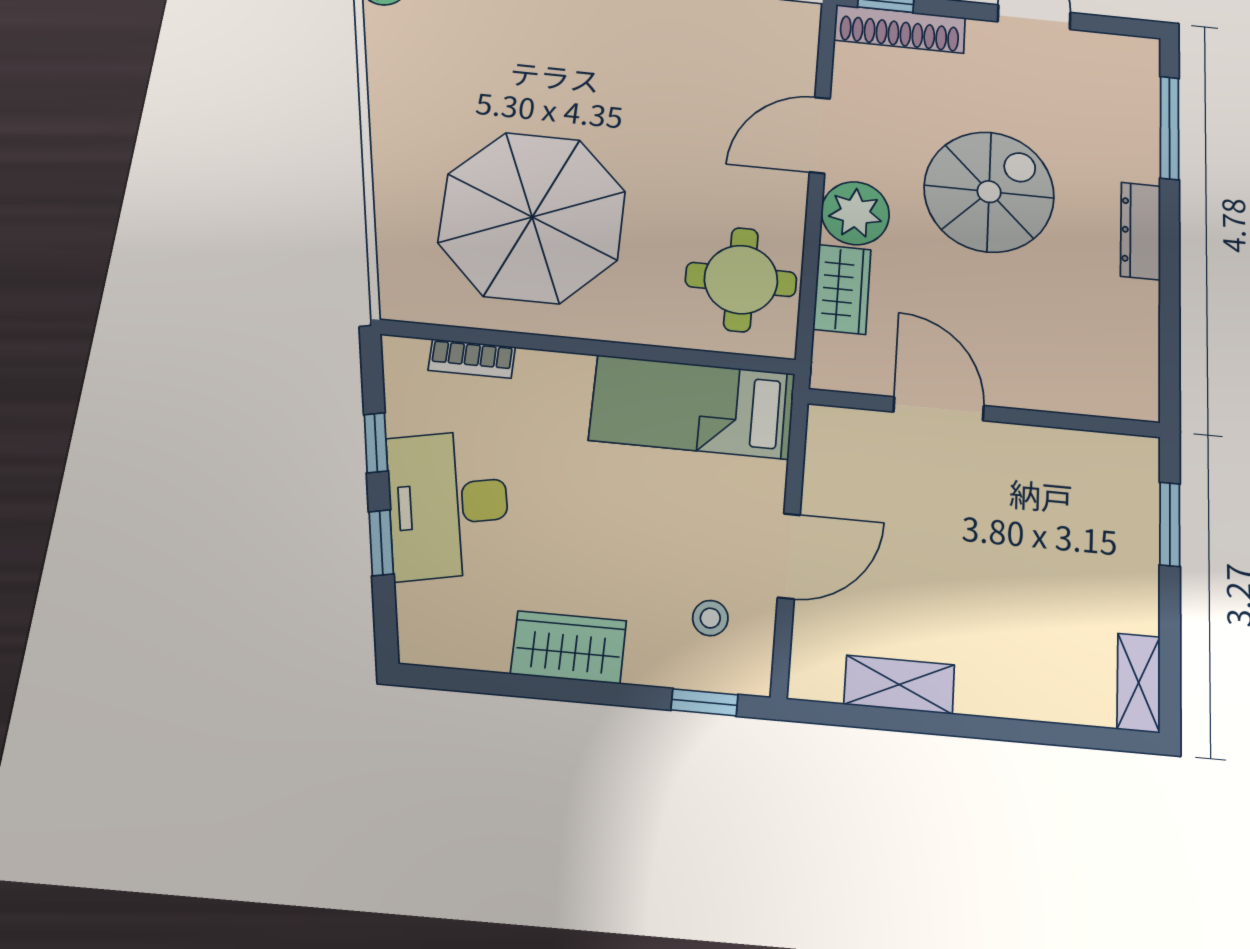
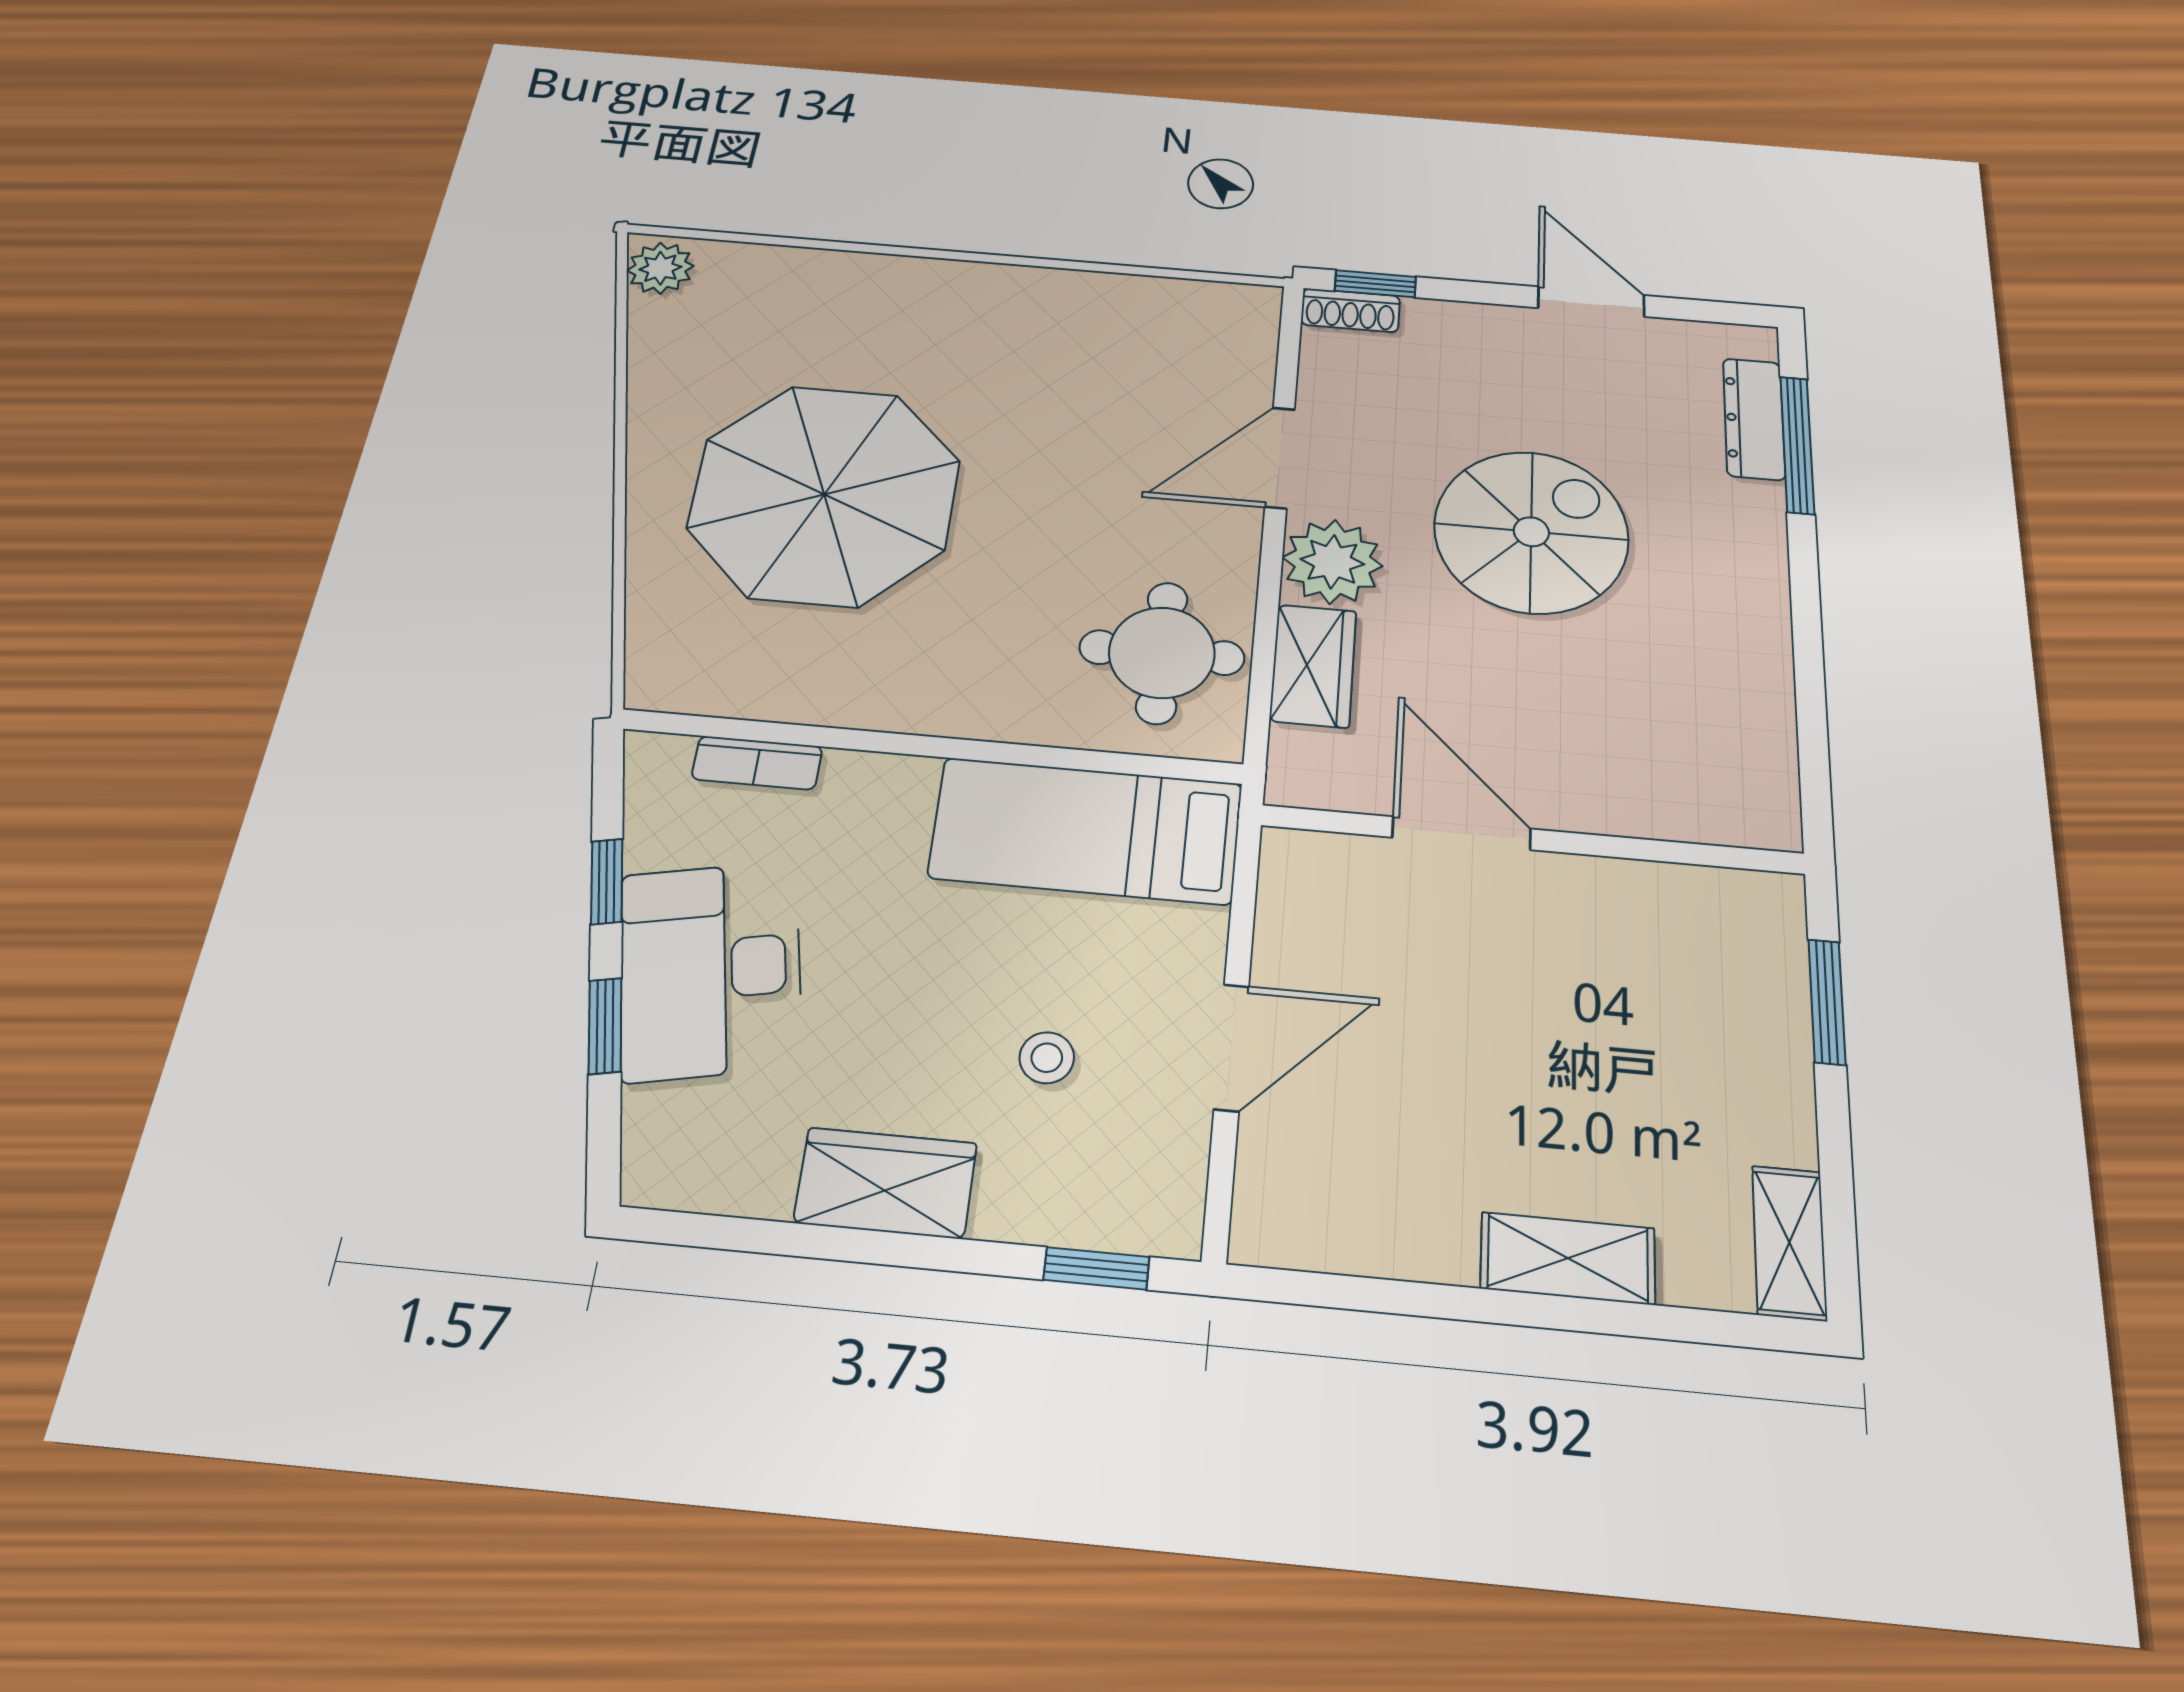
shoe rack: (900, 29) -> (1350, 310), width x0.51, depth x0.81
parasol: (532, 217) -> (824, 495), moved
dresser: (1141, 231) -> (1754, 419), moved
stool: (710, 618) -> (1047, 1058), moved
shelving: (899, 685) -> (1568, 1258), moved

